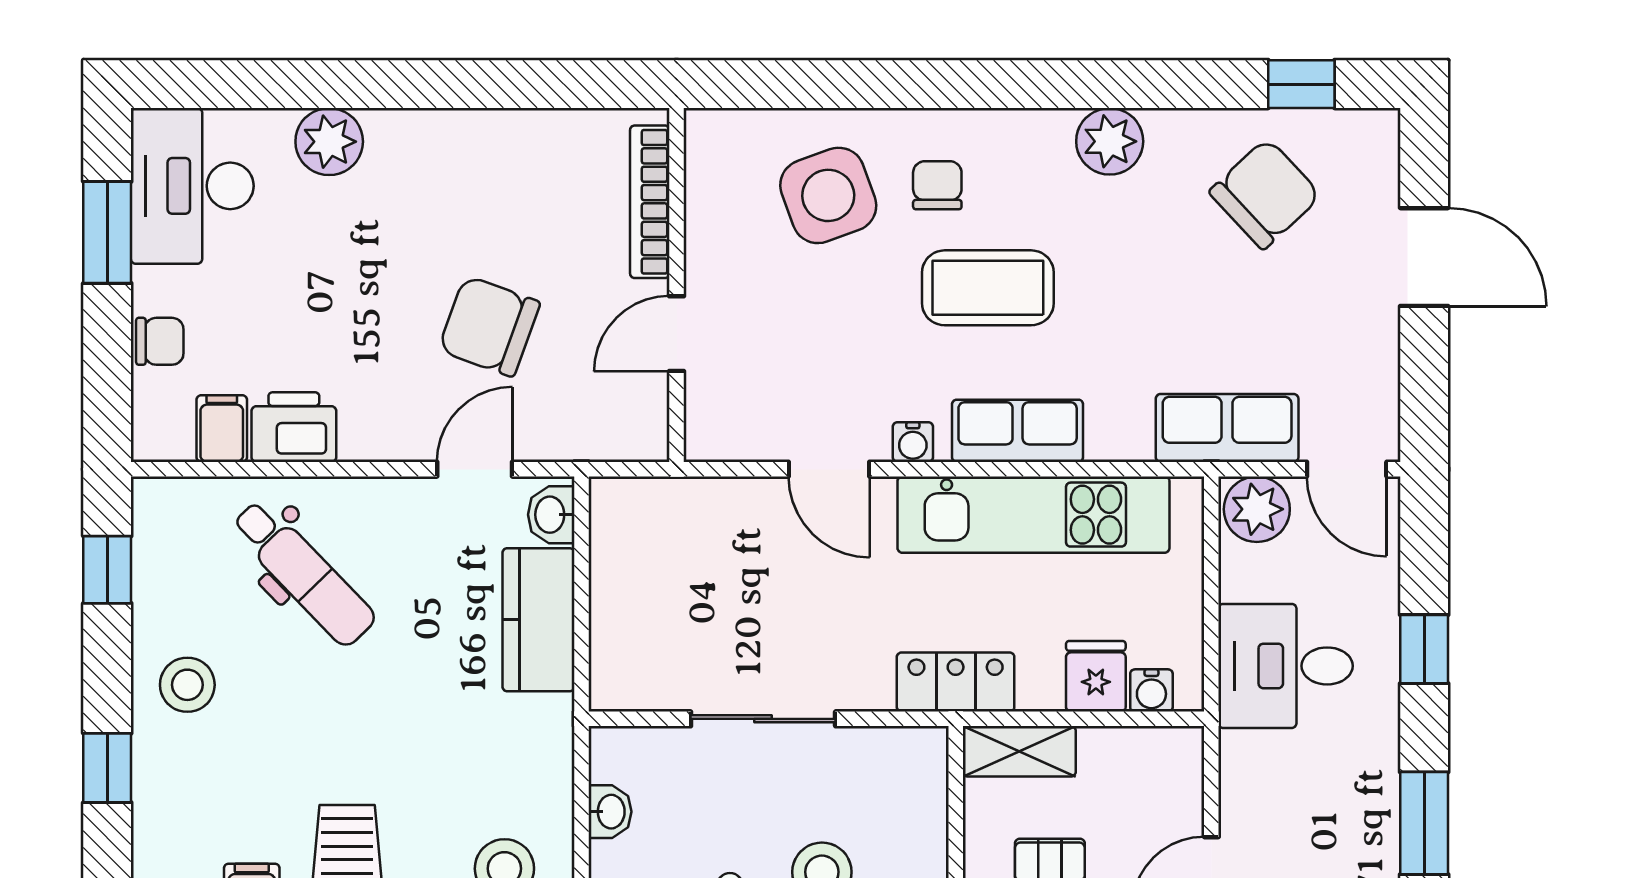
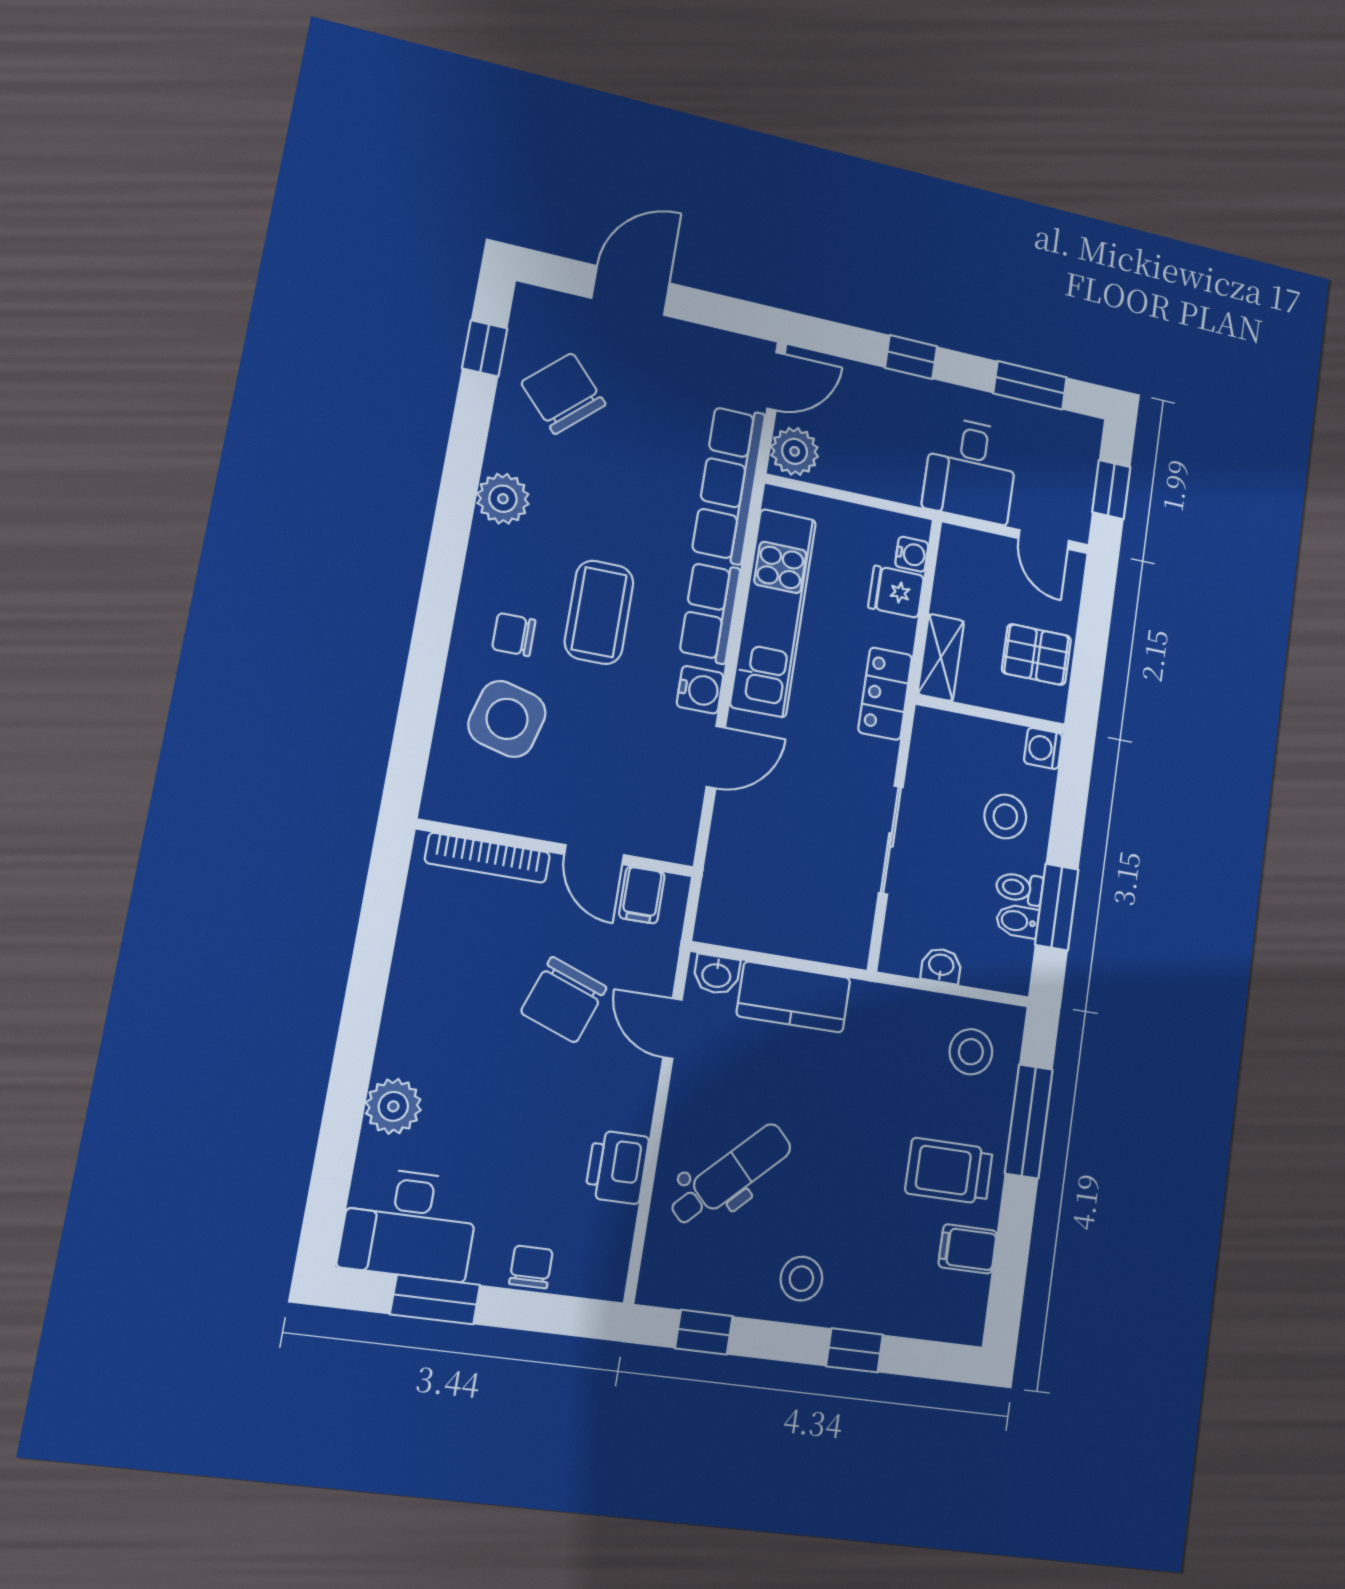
side table: (828, 195) -> (507, 719), turned 35
row of seats: (1227, 428) -> (729, 484), width x1.48
filing cabinet: (222, 429) -> (642, 895), moved, turned -90
water cooler: (913, 442) -> (700, 690), width x1.38, depth x1.38
desk: (1286, 666) -> (971, 470), moved

